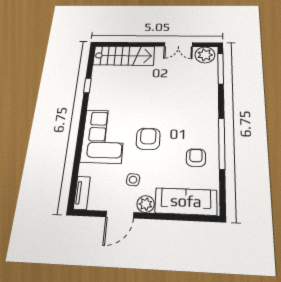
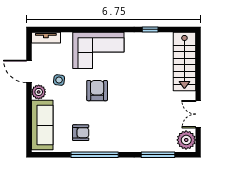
window: (221, 69) -> (158, 155), moved
armchair: (148, 139) -> (97, 91), turned -90

